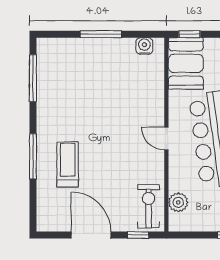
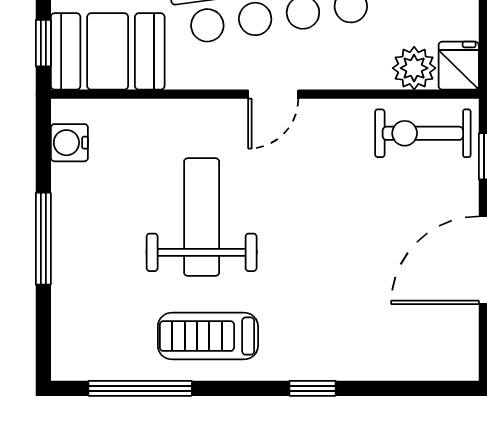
weight bench: (111, 106) -> (202, 217), added
window: (33, 156) -> (313, 388), width x0.46
treadmill: (68, 164) -> (208, 336), moved
fridge: (179, 223) -> (459, 66), added

